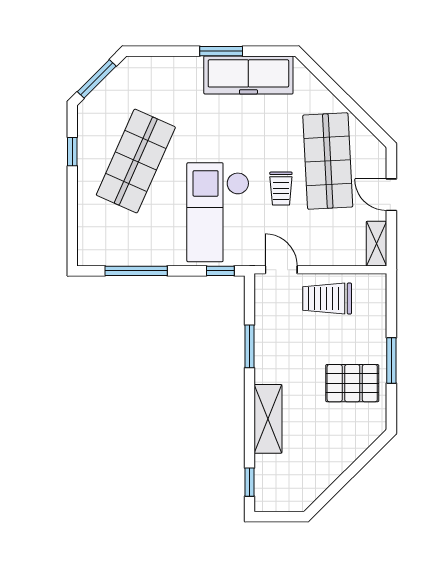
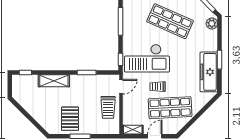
plant: (141, 68) -> (212, 23), added
checkout: (218, 212) -> (147, 58), turned 180
trolley: (327, 299) -> (108, 107), turned 180

